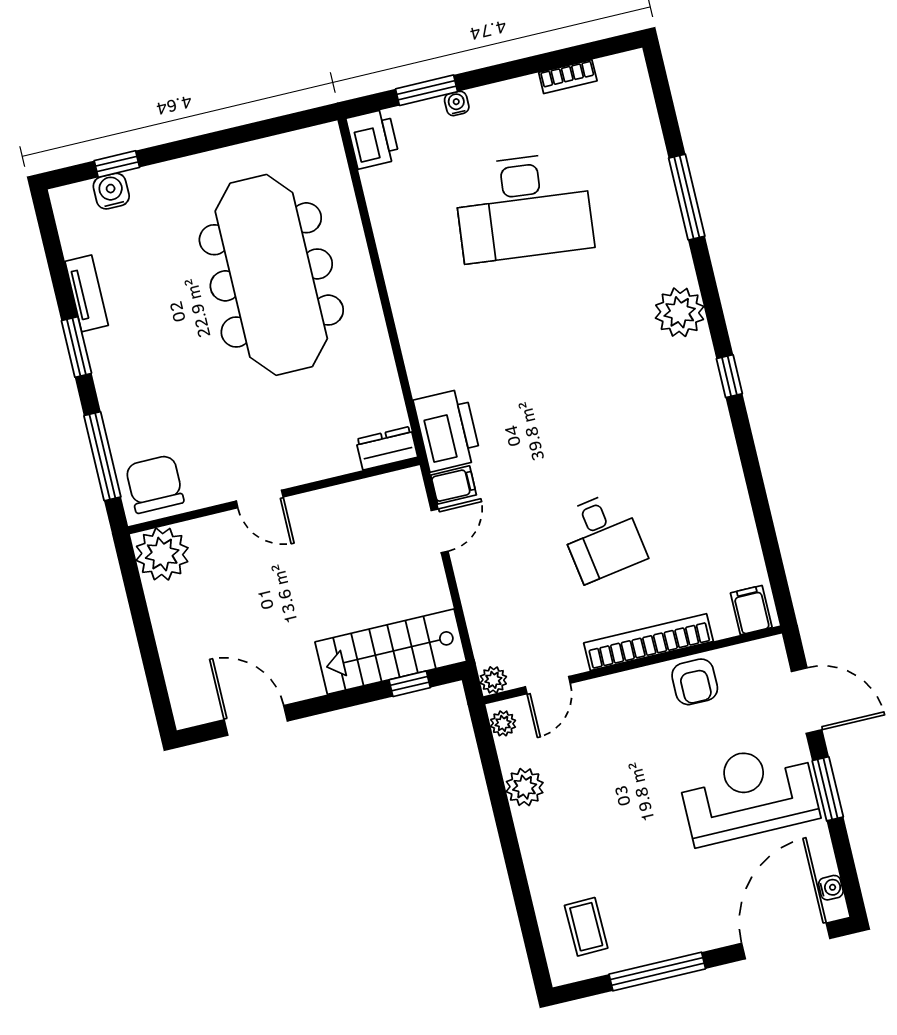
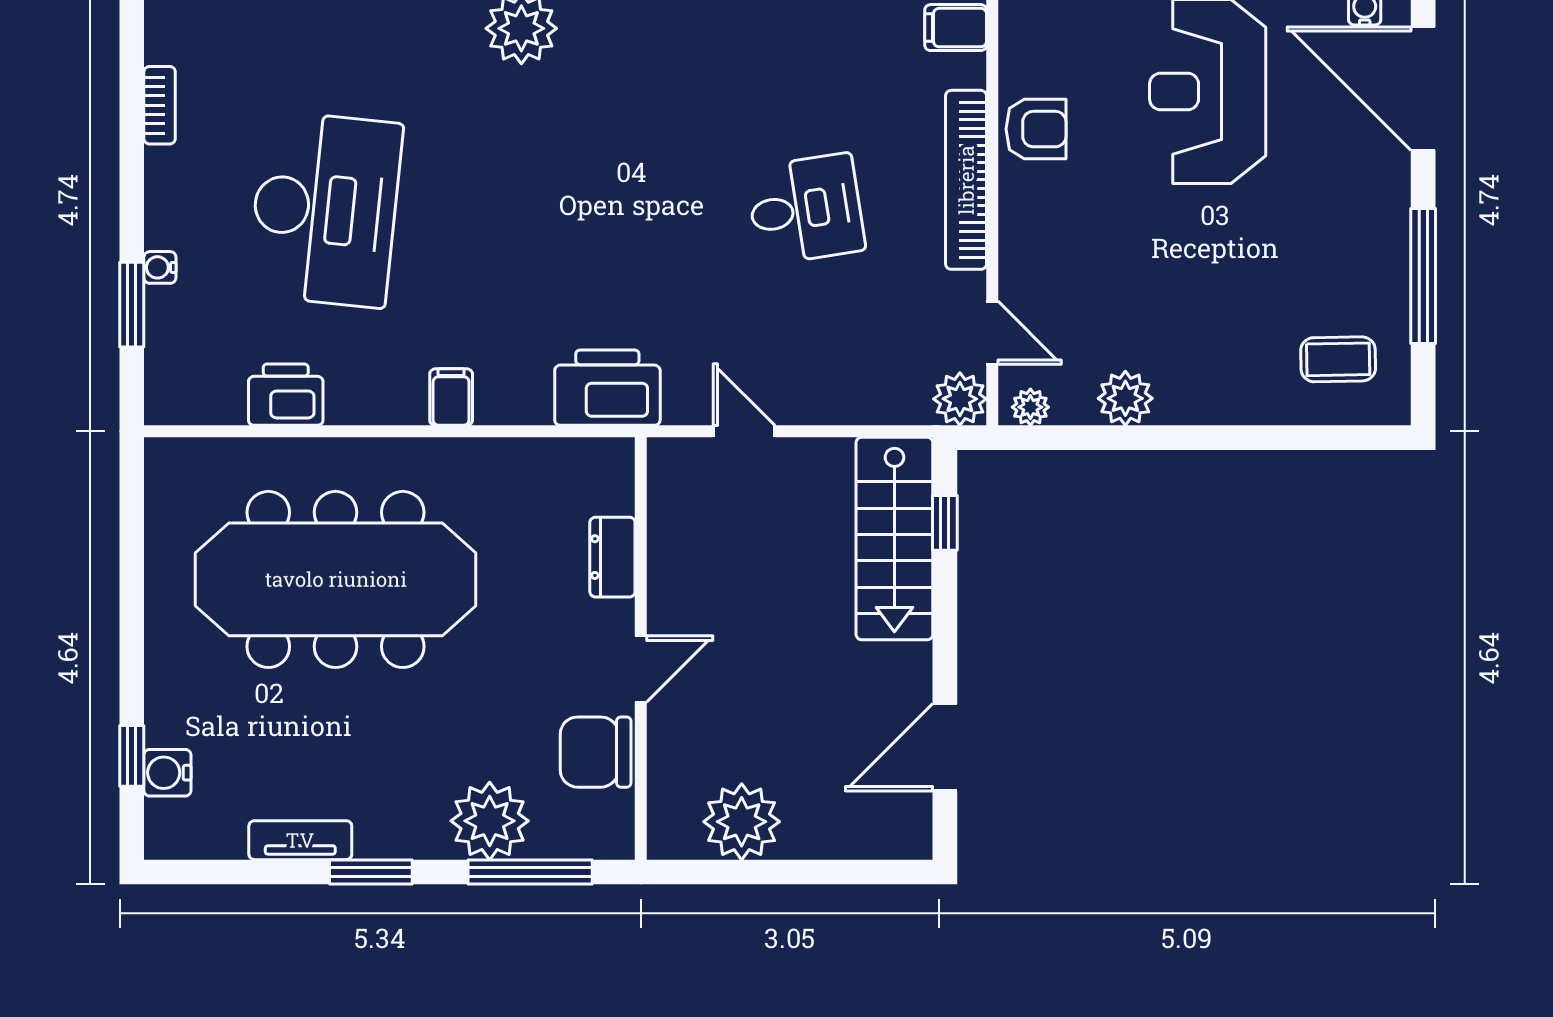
printer: (373, 139) -> (286, 395), moved
plant: (131, 420) -> (490, 821), added
dresser: (387, 448) -> (612, 557), moved
chair: (155, 484) -> (596, 752), moved
filing cabinet: (454, 485) -> (451, 397), moved
plant: (162, 554) -> (742, 822), moved
plant: (493, 680) -> (960, 399), width x1.38, depth x1.38

